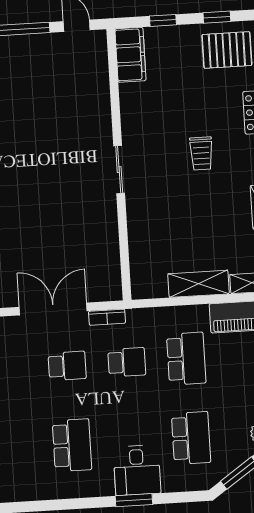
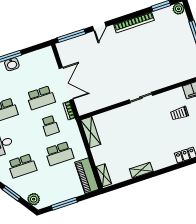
trolley: (201, 153) -> (179, 113), moved
shelving: (199, 284) -> (91, 132), moved
school desk: (67, 366) -> (41, 98), width x1.85

